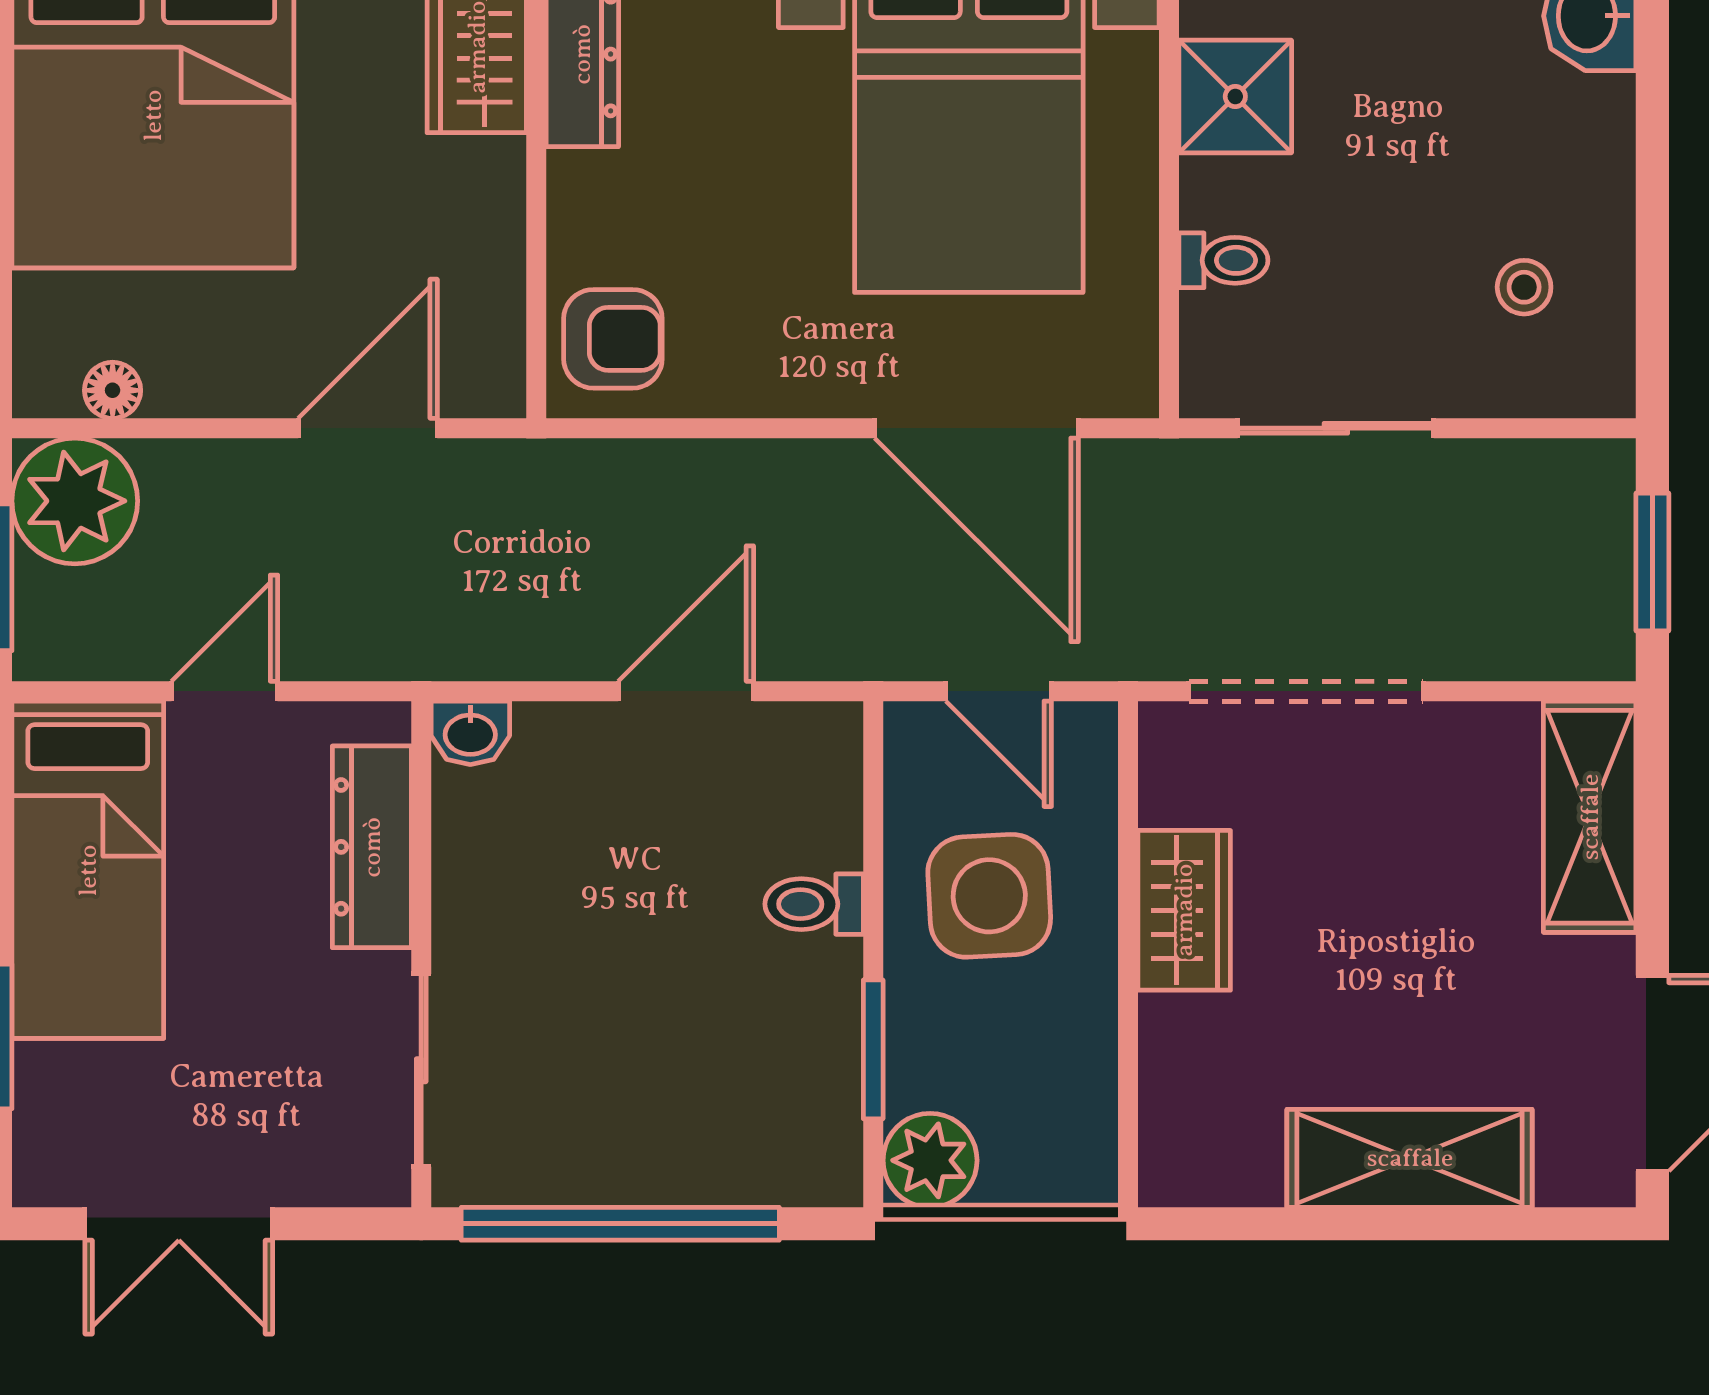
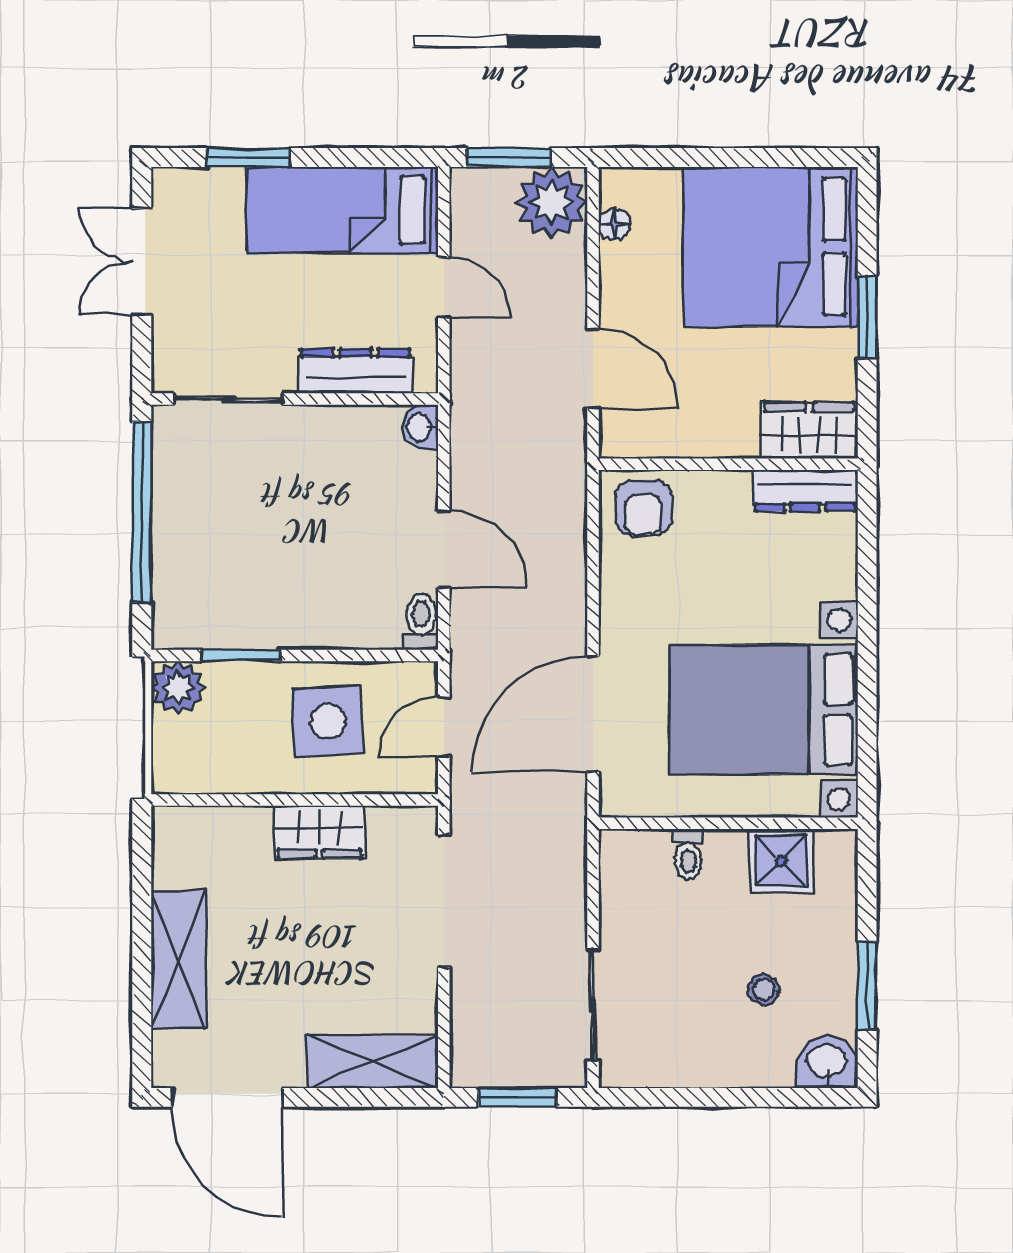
stool: (1524, 287) -> (763, 990), moved
sliding door: (1336, 428) -> (593, 1005), moved
toilet: (814, 904) -> (421, 622), moved

